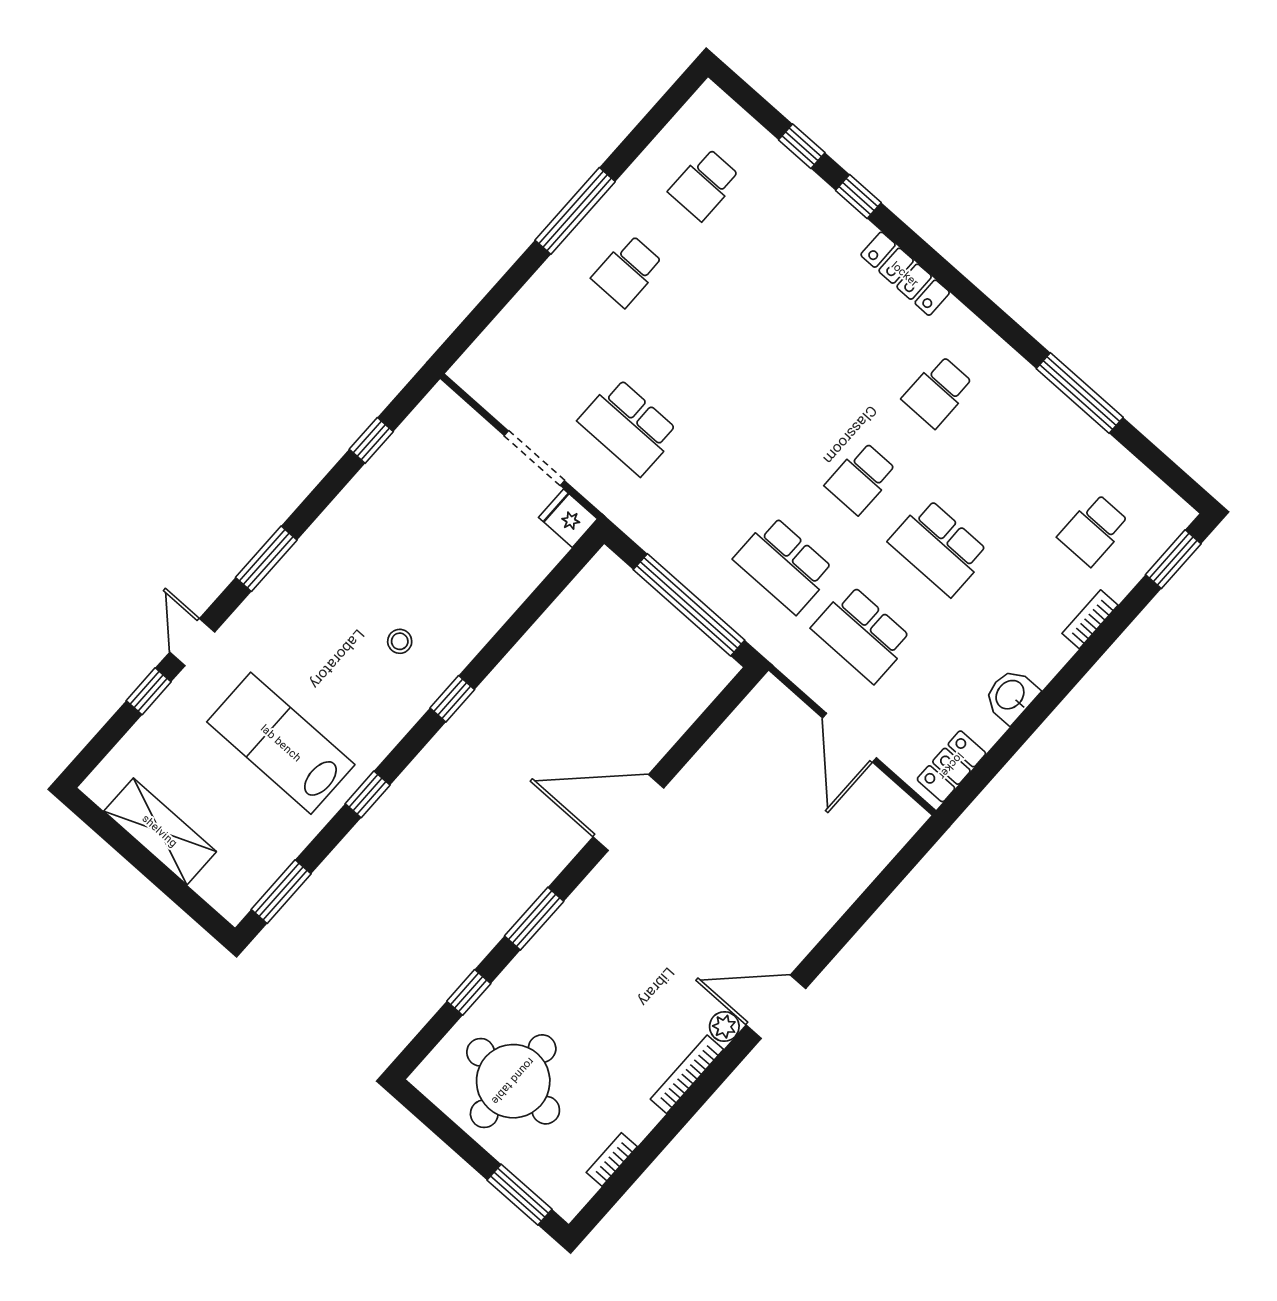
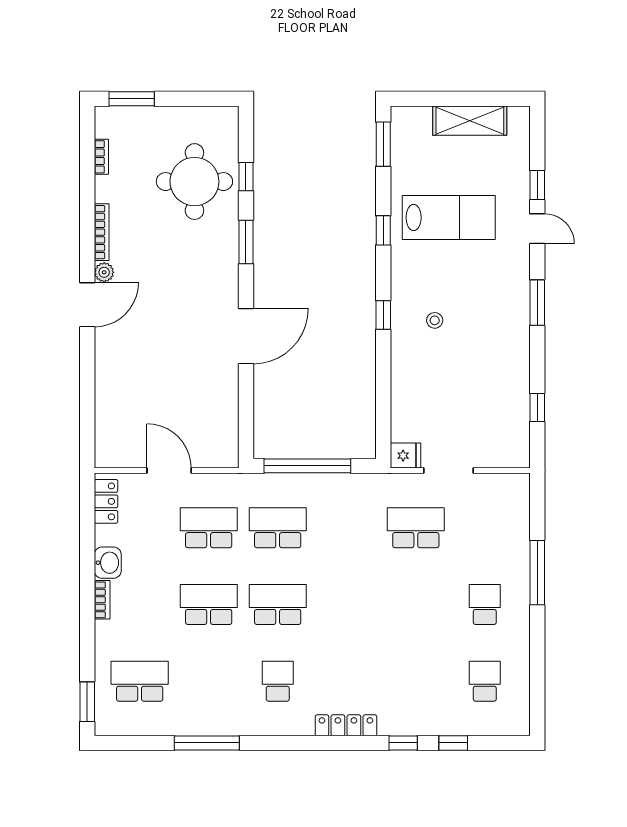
window: (575, 211) -> (537, 573), moved
school desk: (861, 478) -> (278, 604), width x1.85
school desk: (1094, 530) -> (140, 681), width x1.85
bookcase: (1090, 619) -> (102, 600), moved
round table: (513, 1081) -> (194, 182), moved

